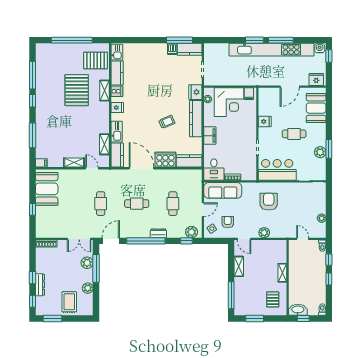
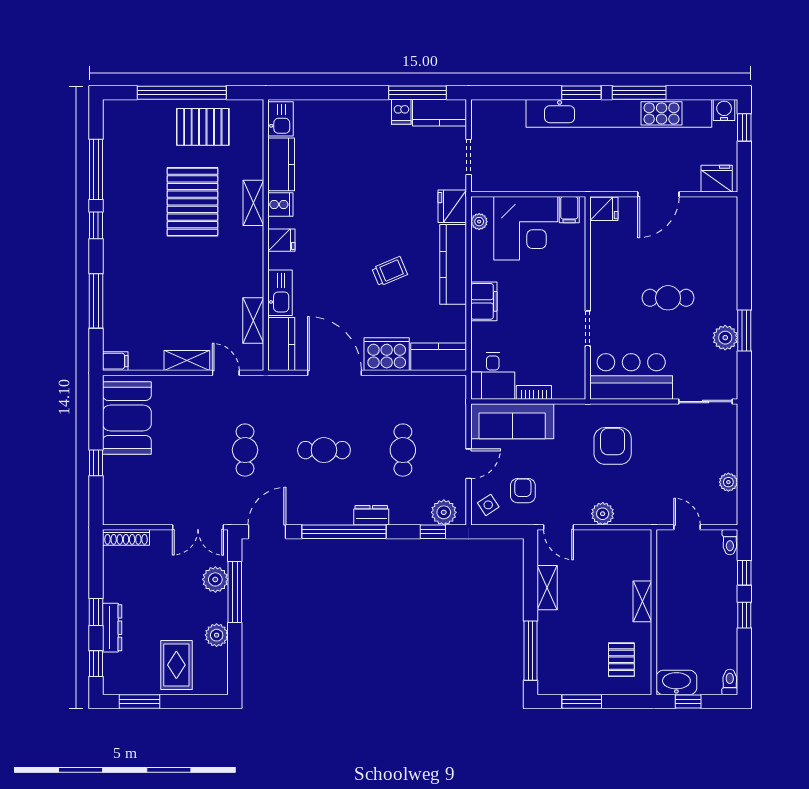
pallet: (96, 61) -> (203, 127), moved
booth: (316, 108) -> (716, 241), removed
fridge: (265, 122) -> (604, 209), moved

